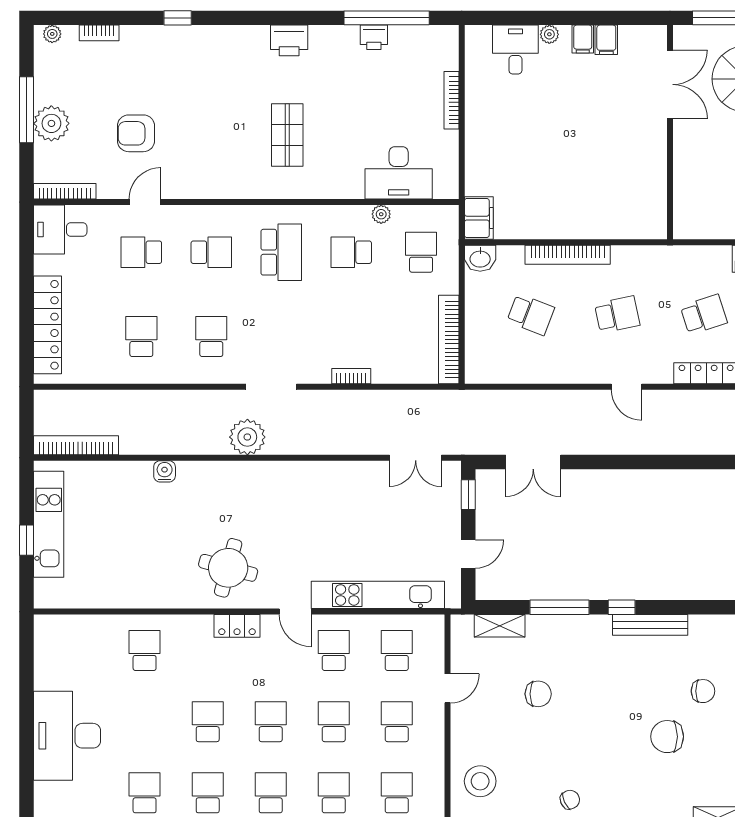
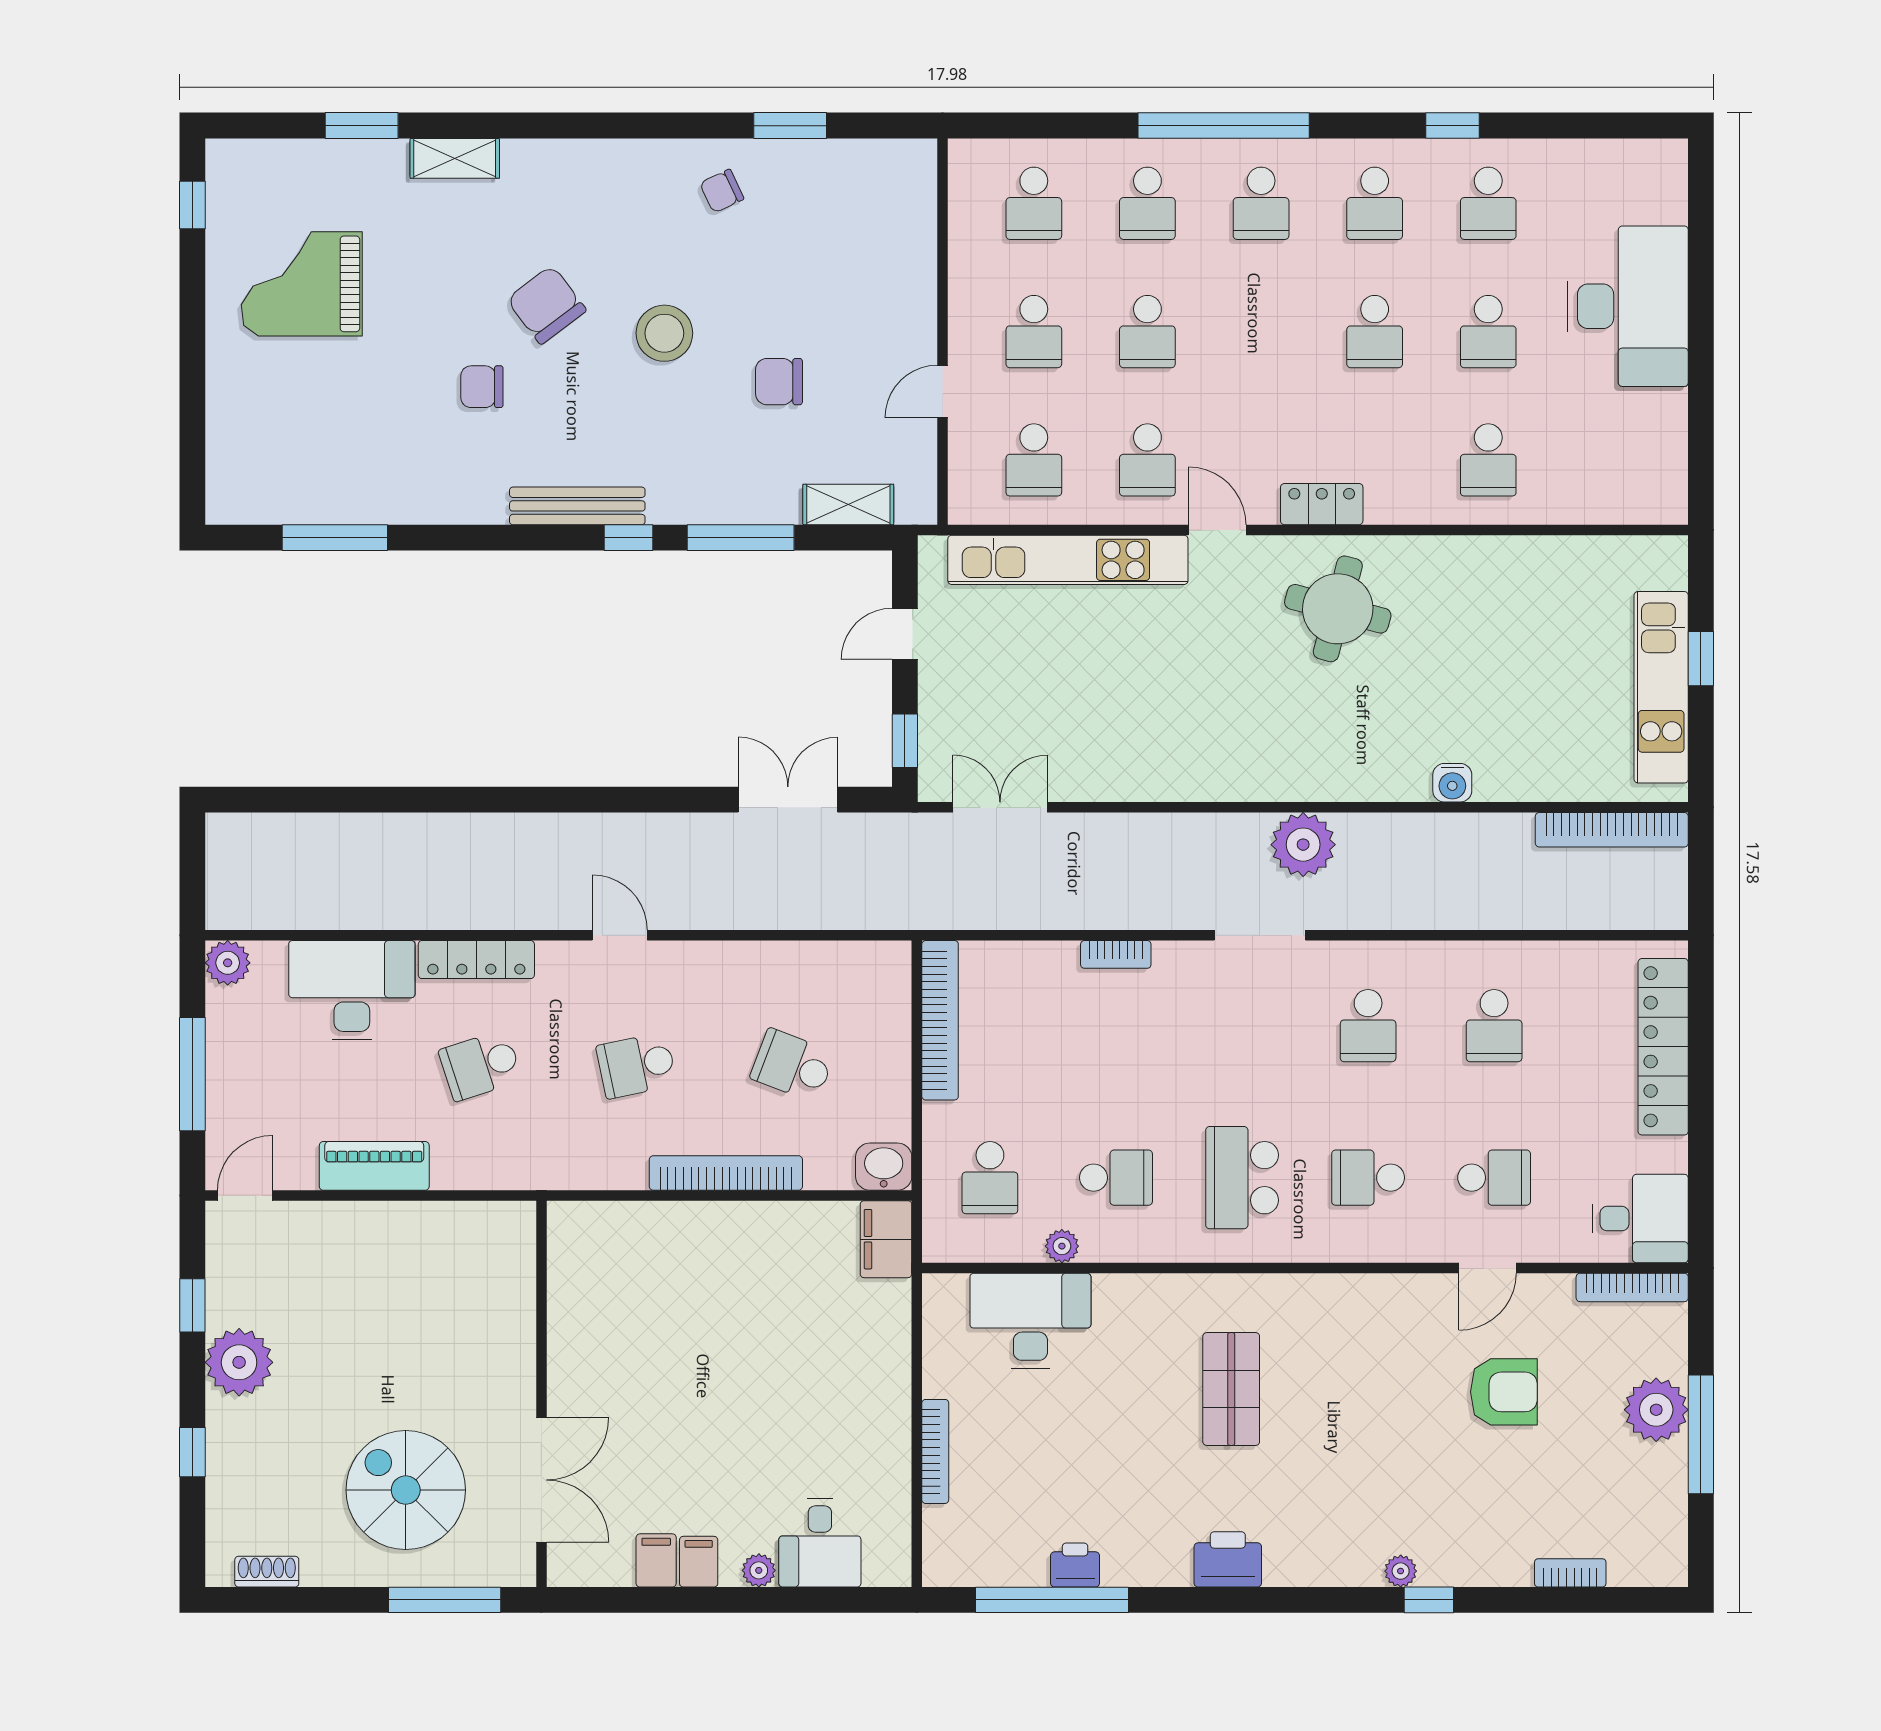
plant: (52, 34) -> (1401, 1571), moved
double door: (670, 84) -> (541, 1480), swing flipped
school desk: (271, 722) -> (1488, 332), moved
chair: (667, 737) -> (546, 305), turned -127
stool: (480, 781) -> (664, 333), moved

